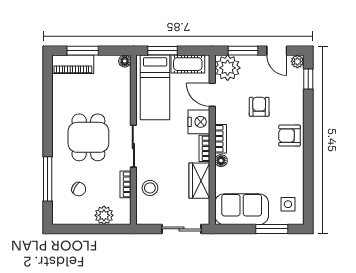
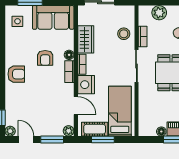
window: (163, 51) -> (103, 139), moved
floor lamp: (125, 61) -> (161, 132), moved
plant: (228, 68) -> (69, 131), width x0.53, depth x0.53
armchair: (259, 107) -> (45, 58), moved

